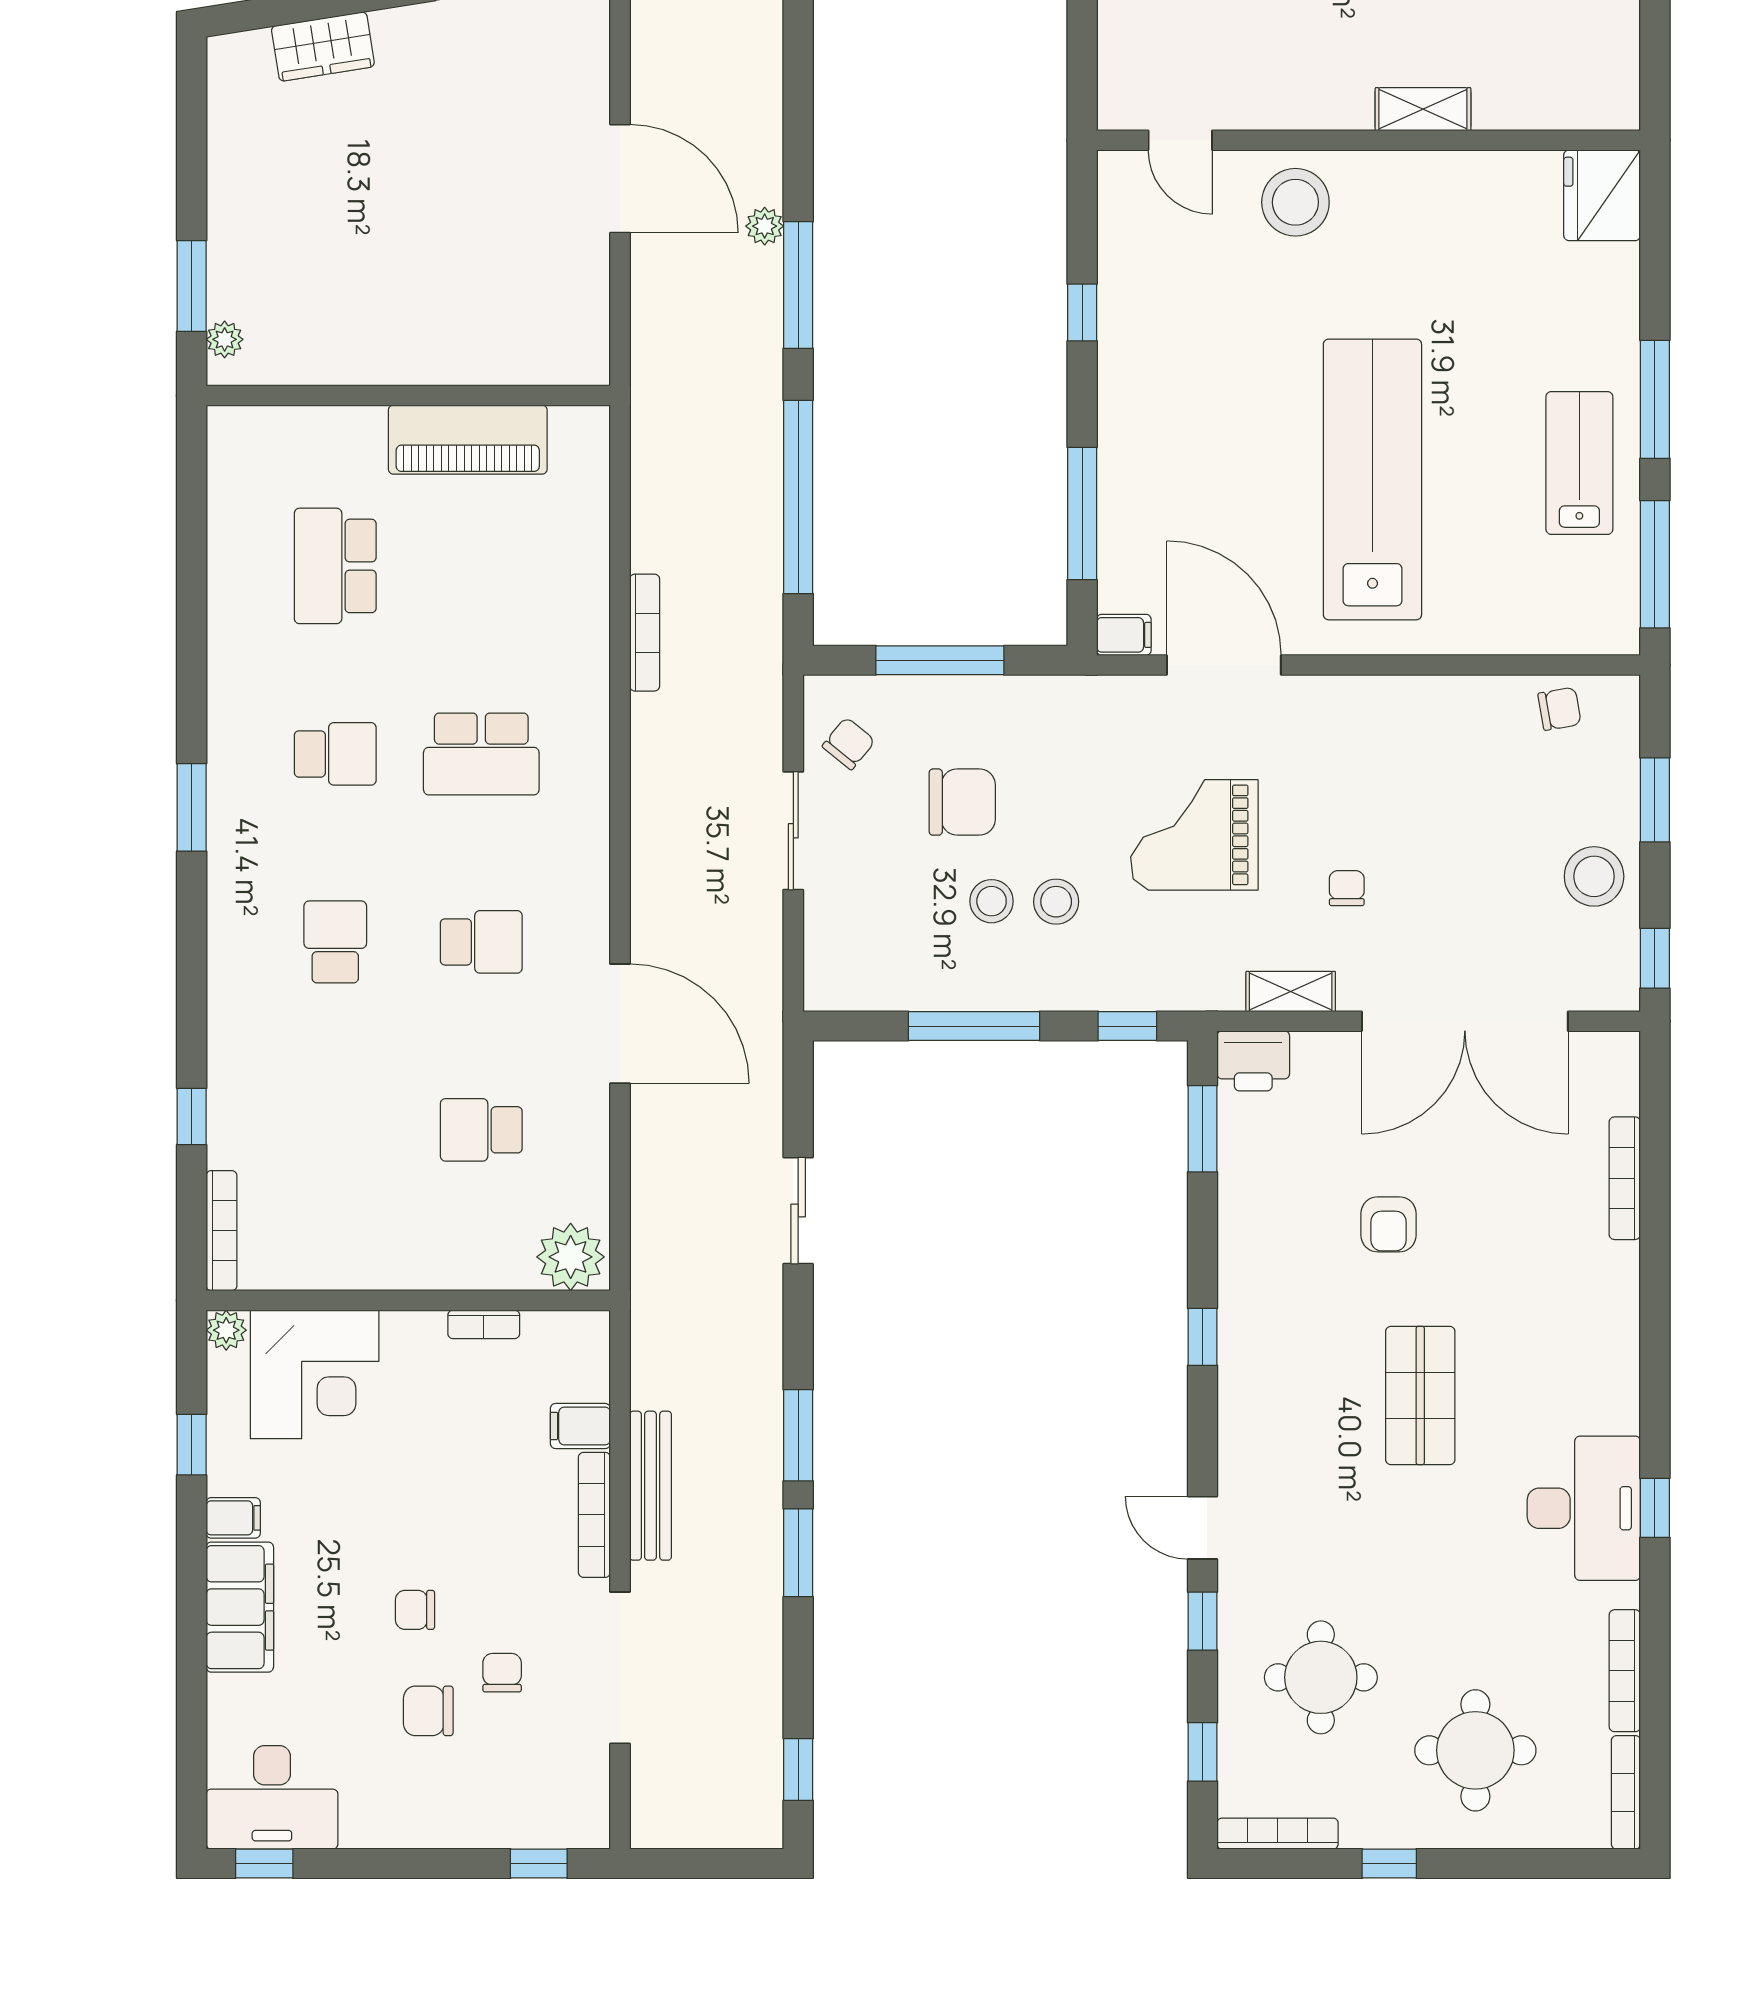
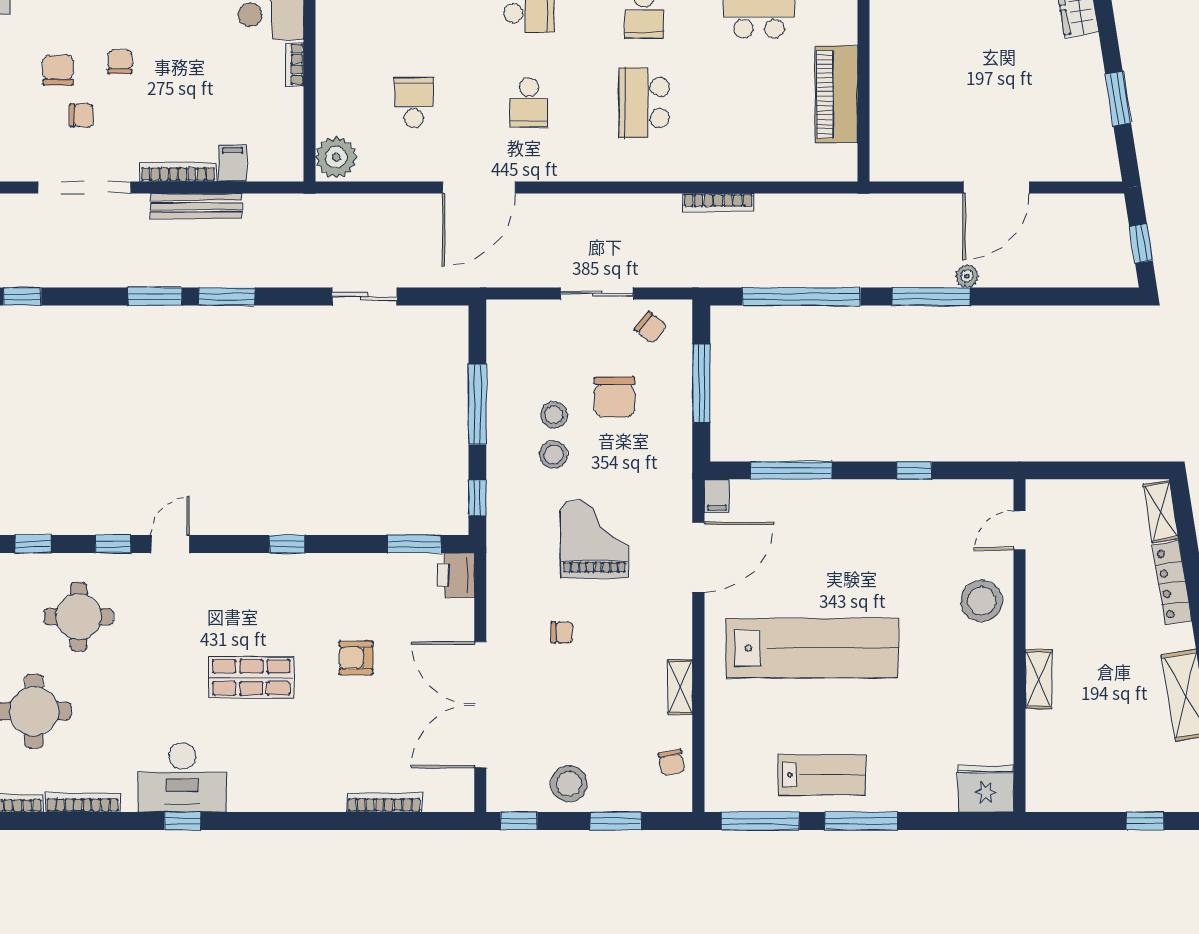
shelving: (1291, 991) -> (680, 687), moved
bookcase: (484, 1324) -> (295, 64), moved

